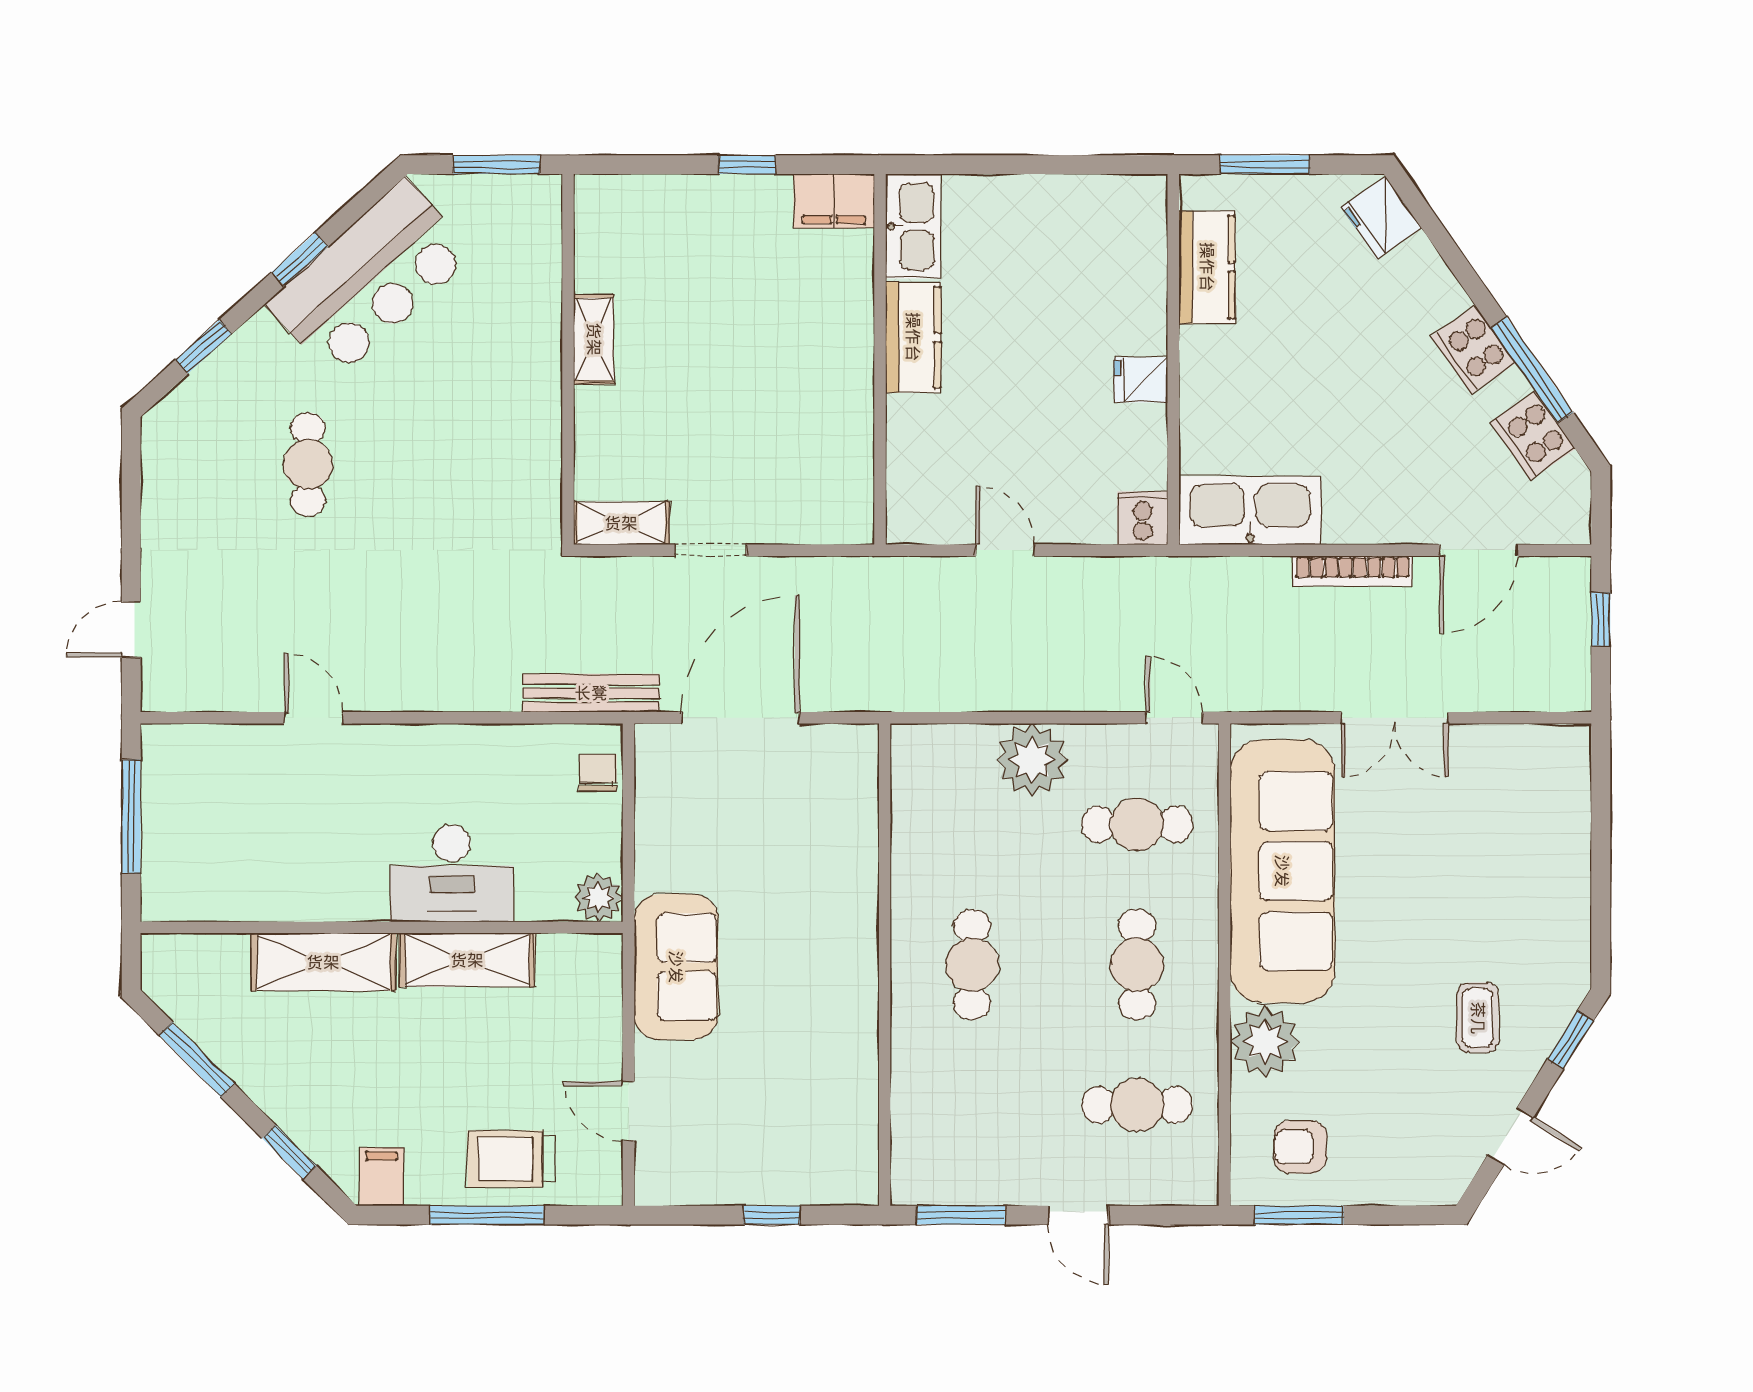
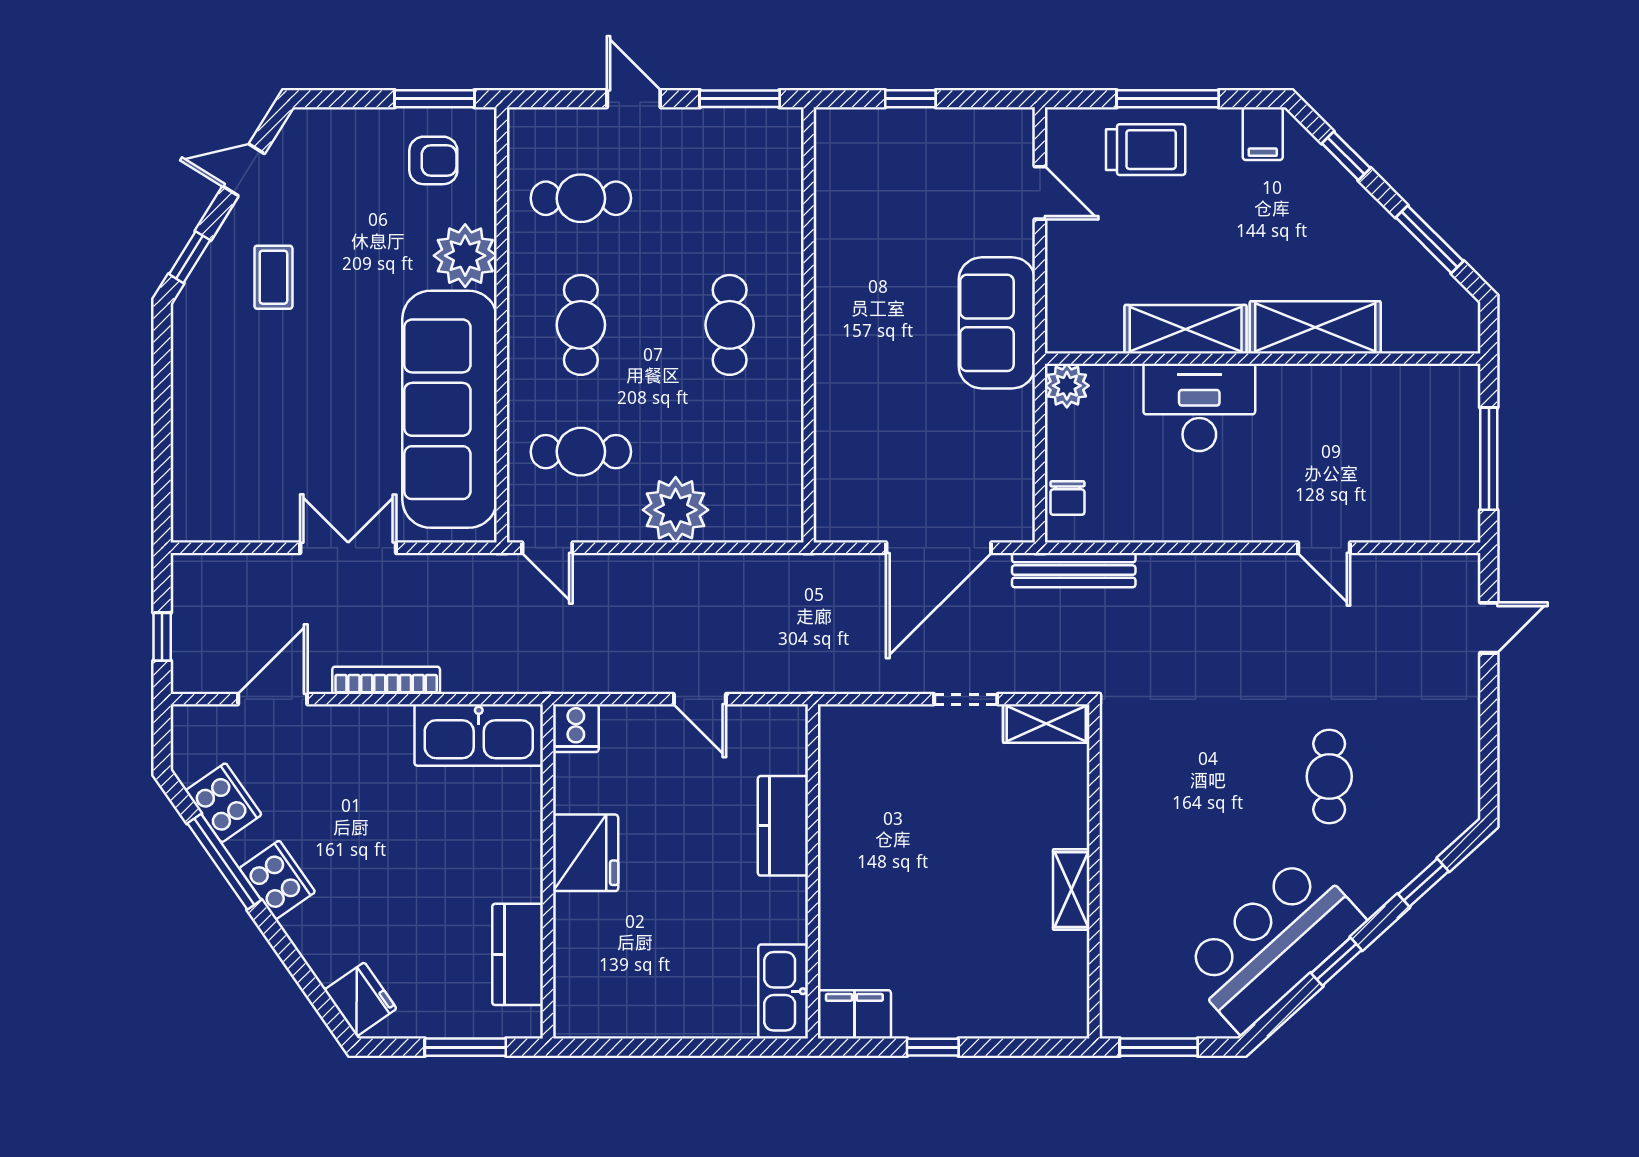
kitchen counter: (913, 337) -> (783, 826), moved
fridge: (1141, 380) -> (586, 853), width x1.88, depth x1.34

